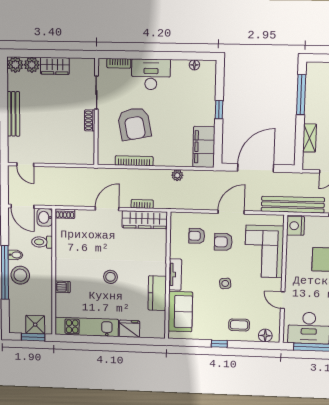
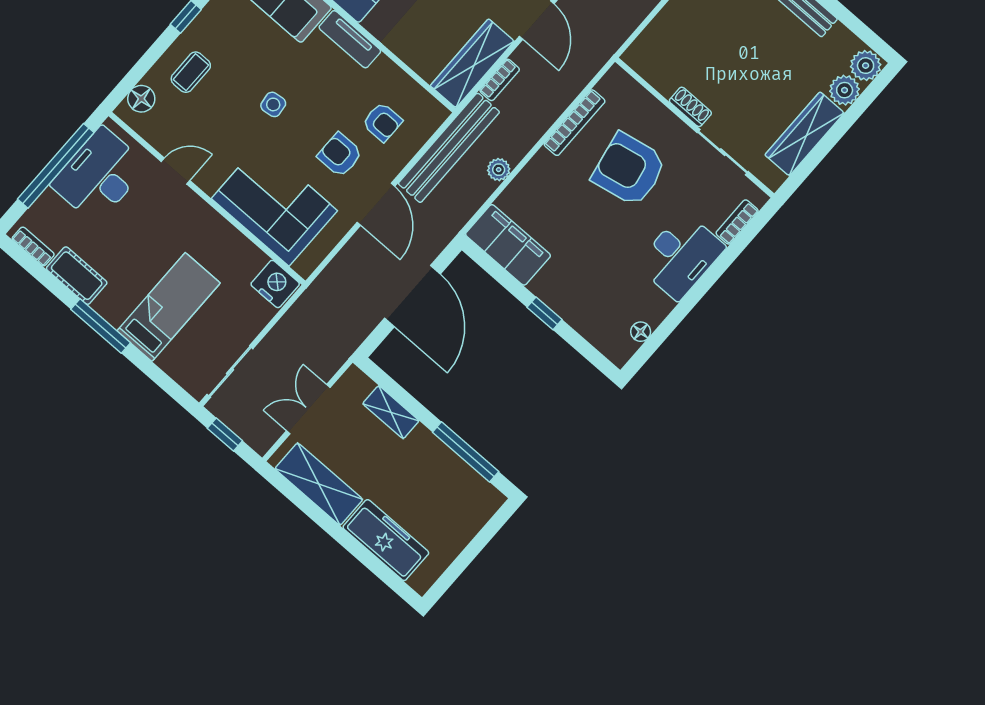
wardrobe: (55, 66) -> (805, 134), width x1.50
bench: (293, 205) -> (449, 148), moved
armchair: (197, 236) -> (382, 122), turned 90
armchair: (223, 242) -> (340, 155), turned -90

